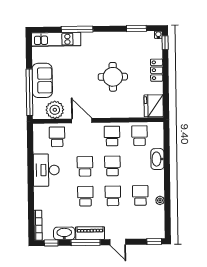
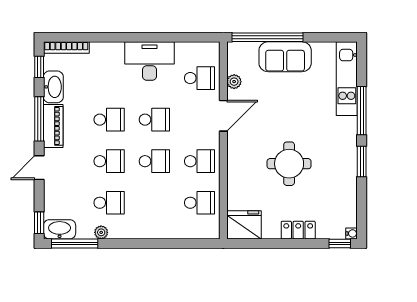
window: (136, 28) -> (362, 161), moved
plant: (55, 110) -> (234, 82), width x0.53, depth x0.53
washbasin: (157, 159) -> (60, 229), moved
window: (168, 218) -> (75, 243), added

